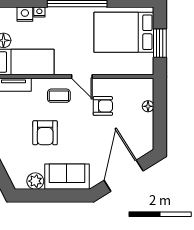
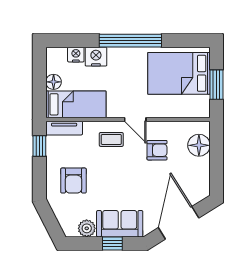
nightstand: (39, 12) -> (96, 57), width x1.89, depth x1.79
floor lamp: (148, 106) -> (199, 145), width x1.89, depth x1.89
armchair: (45, 133) -> (73, 181), moved
window: (60, 196) -> (112, 243), added

